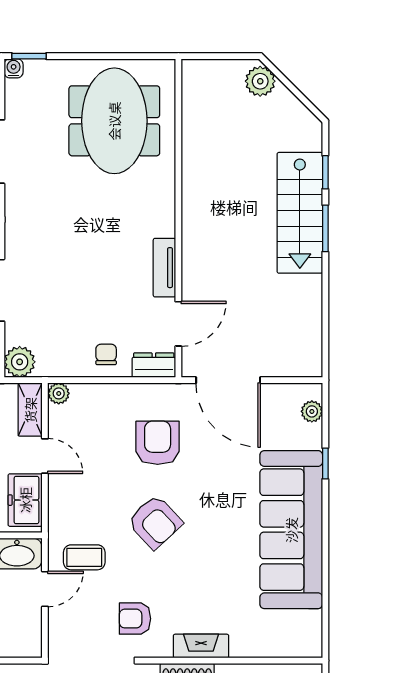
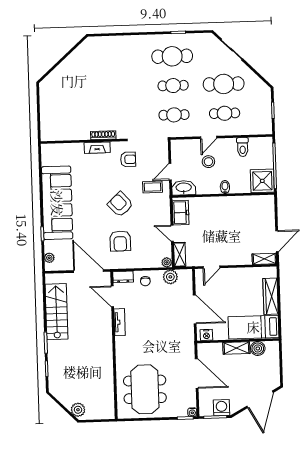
stairs: (300, 213) -> (57, 312), moved
door: (178, 324) -> (112, 296), hinge flipped
plant: (20, 362) -> (170, 277), moved

